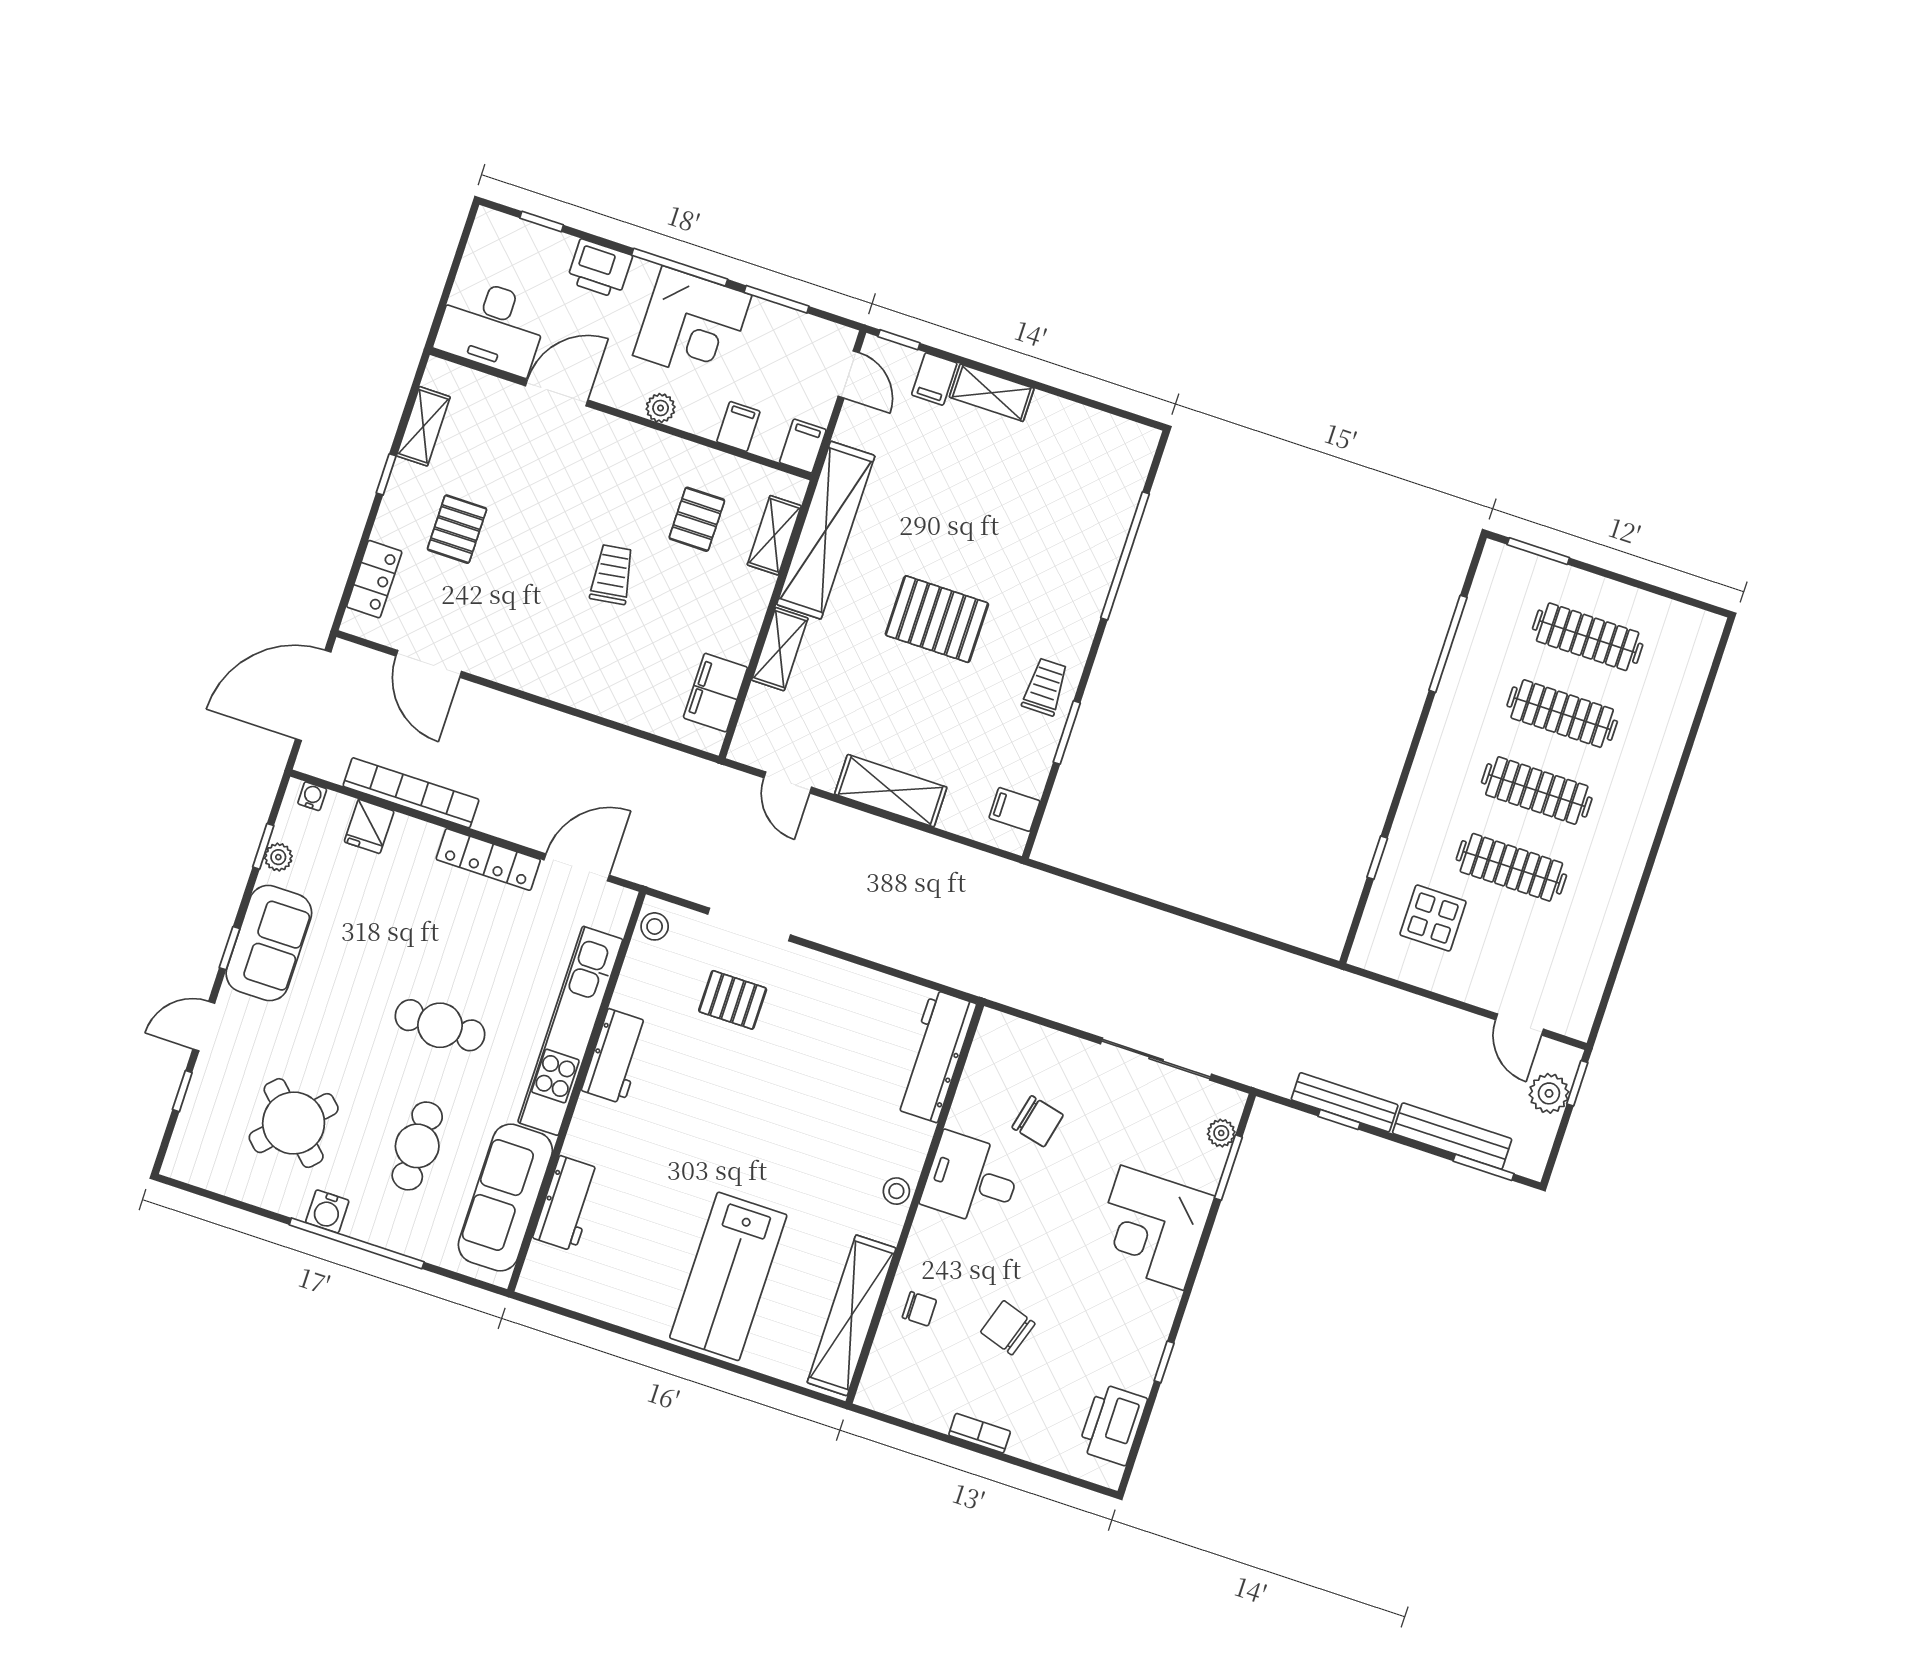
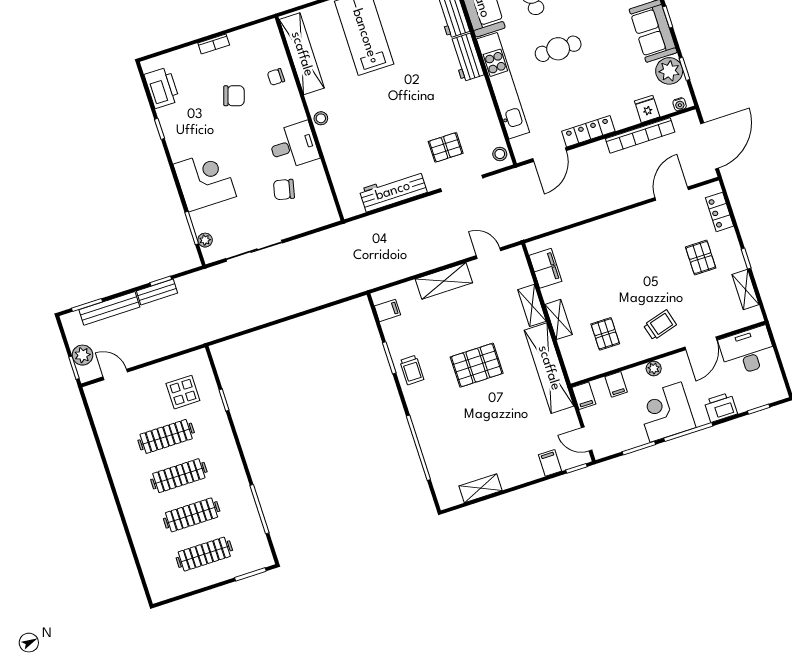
shelving: (992, 393) -> (481, 488), moved
shelving: (774, 535) -> (559, 319), moved
trolley: (612, 574) -> (660, 325), moved, turned -98
door: (429, 664) -> (672, 194), hinge flipped
plant: (278, 857) -> (669, 71), width x1.87, depth x1.87
workbench: (616, 1056) -> (466, 57), moved
workbench: (935, 1056) -> (393, 191), moved, turned -90
bench: (1345, 1102) -> (157, 292), width x0.73

